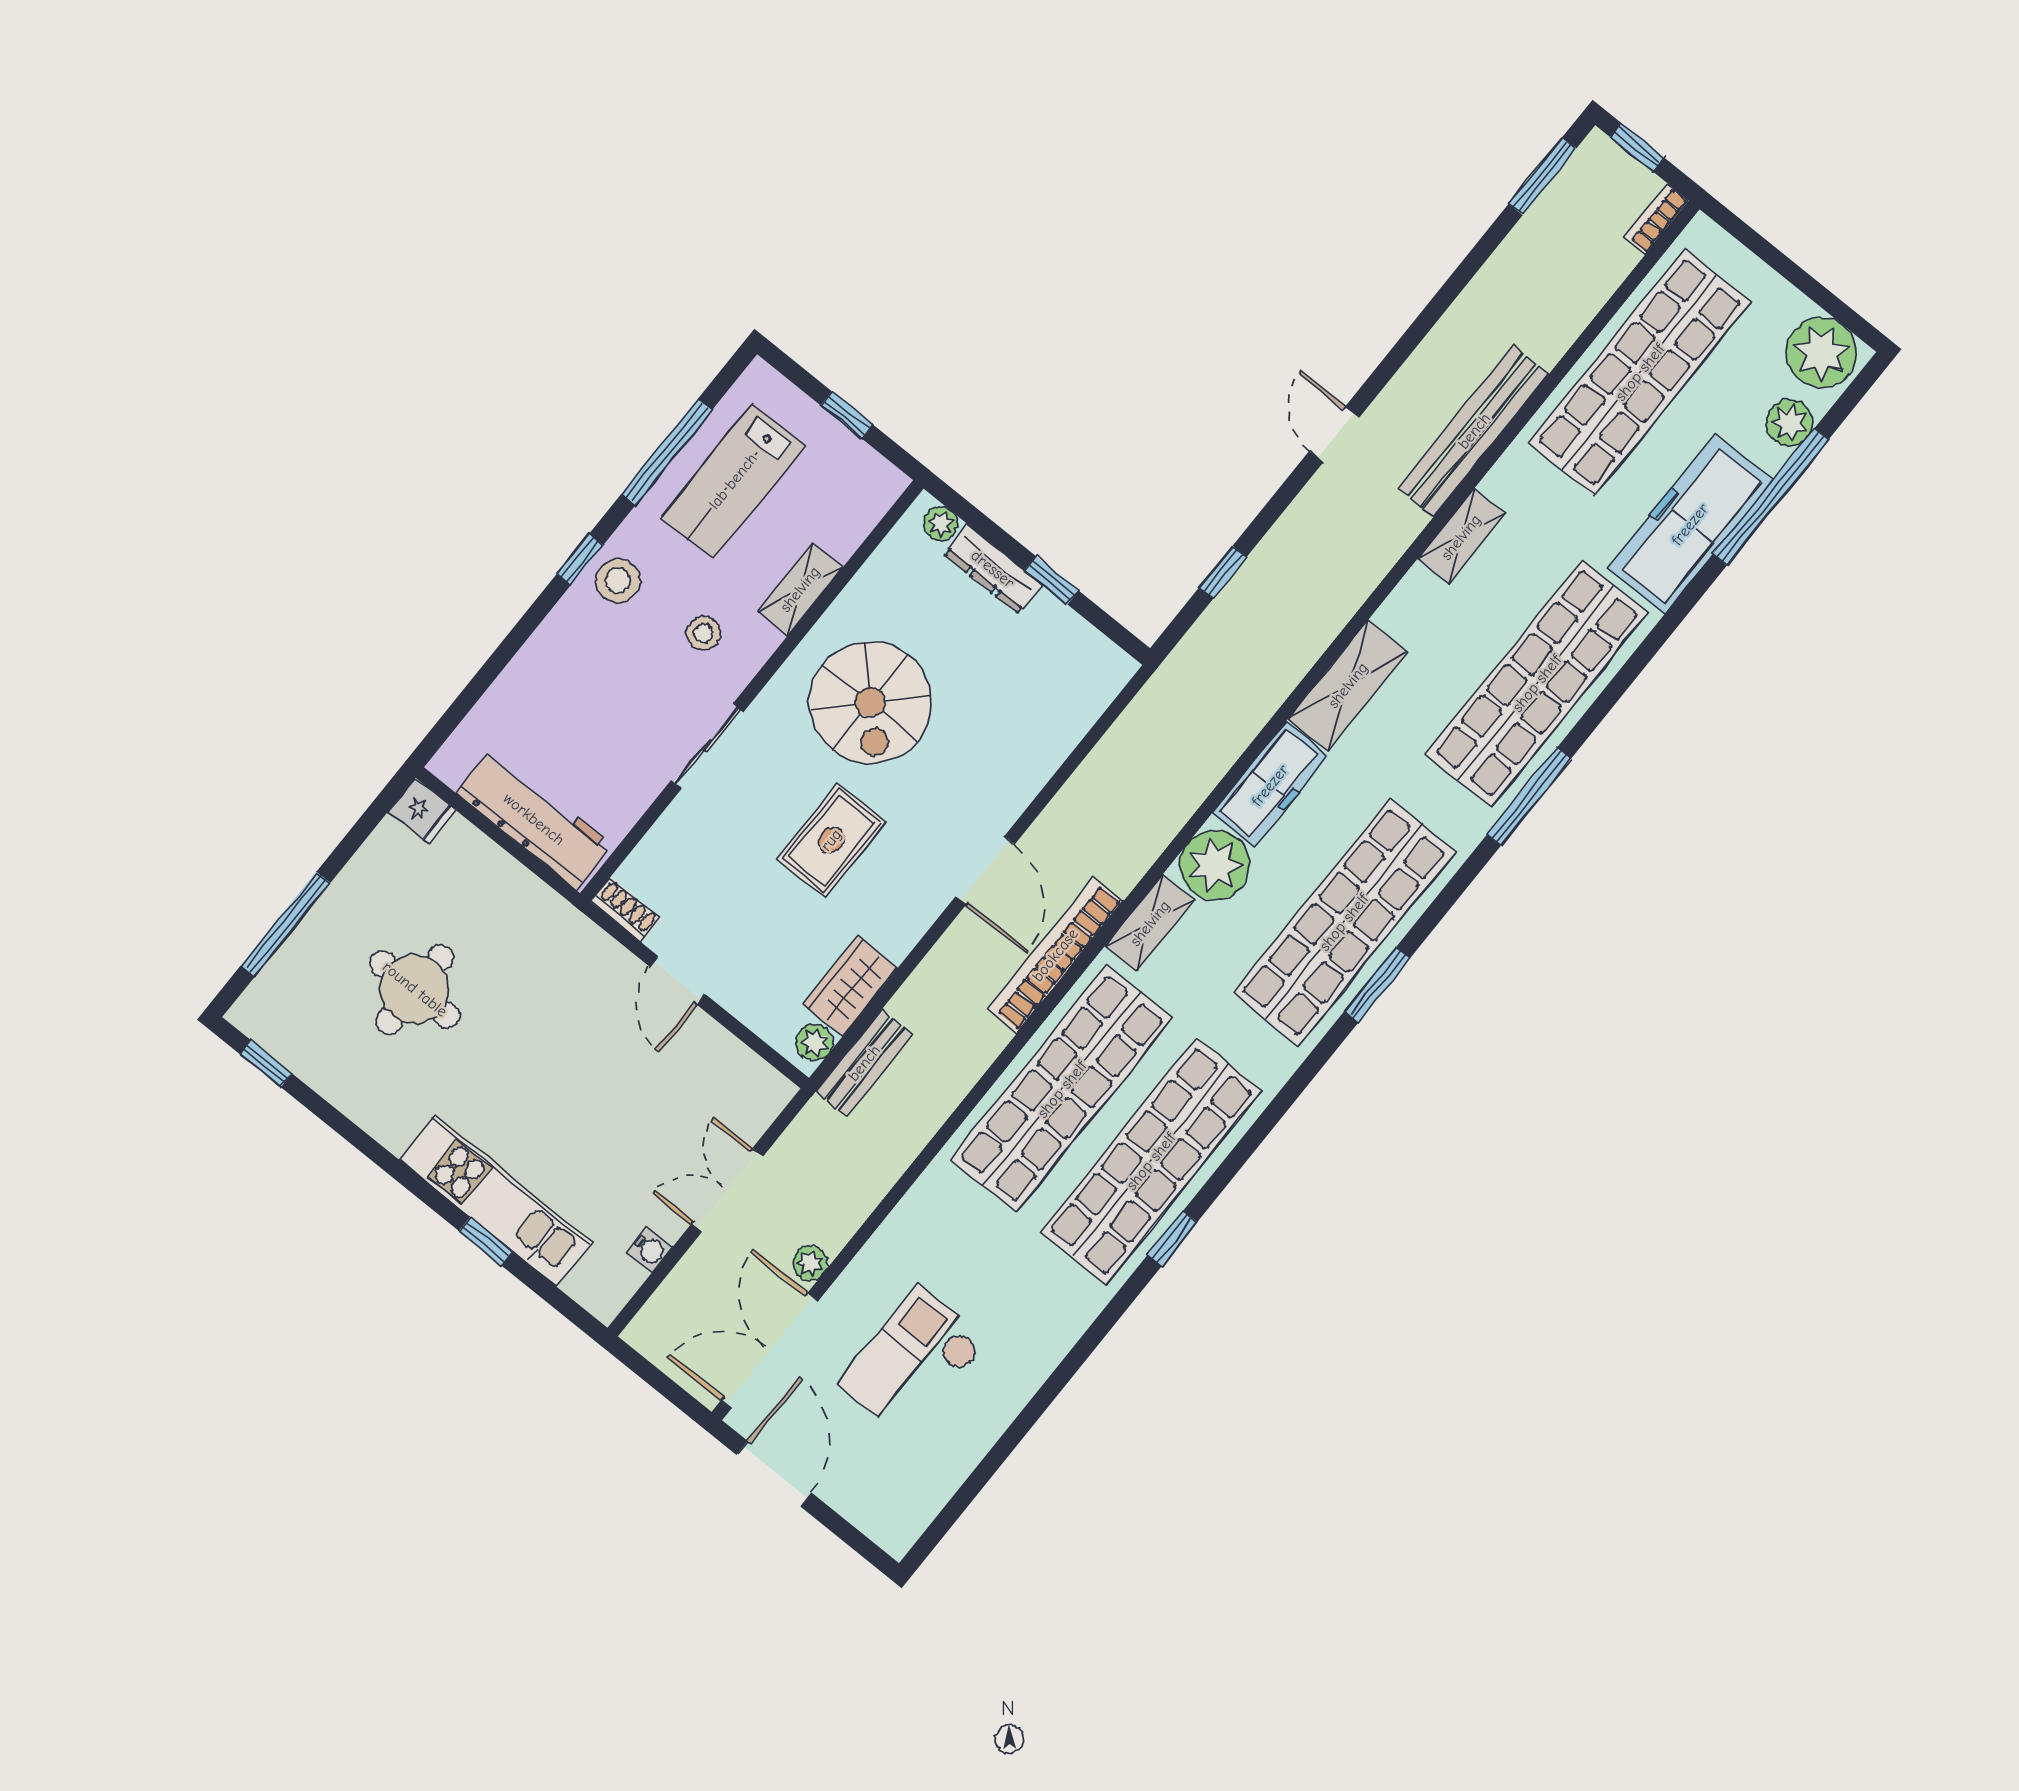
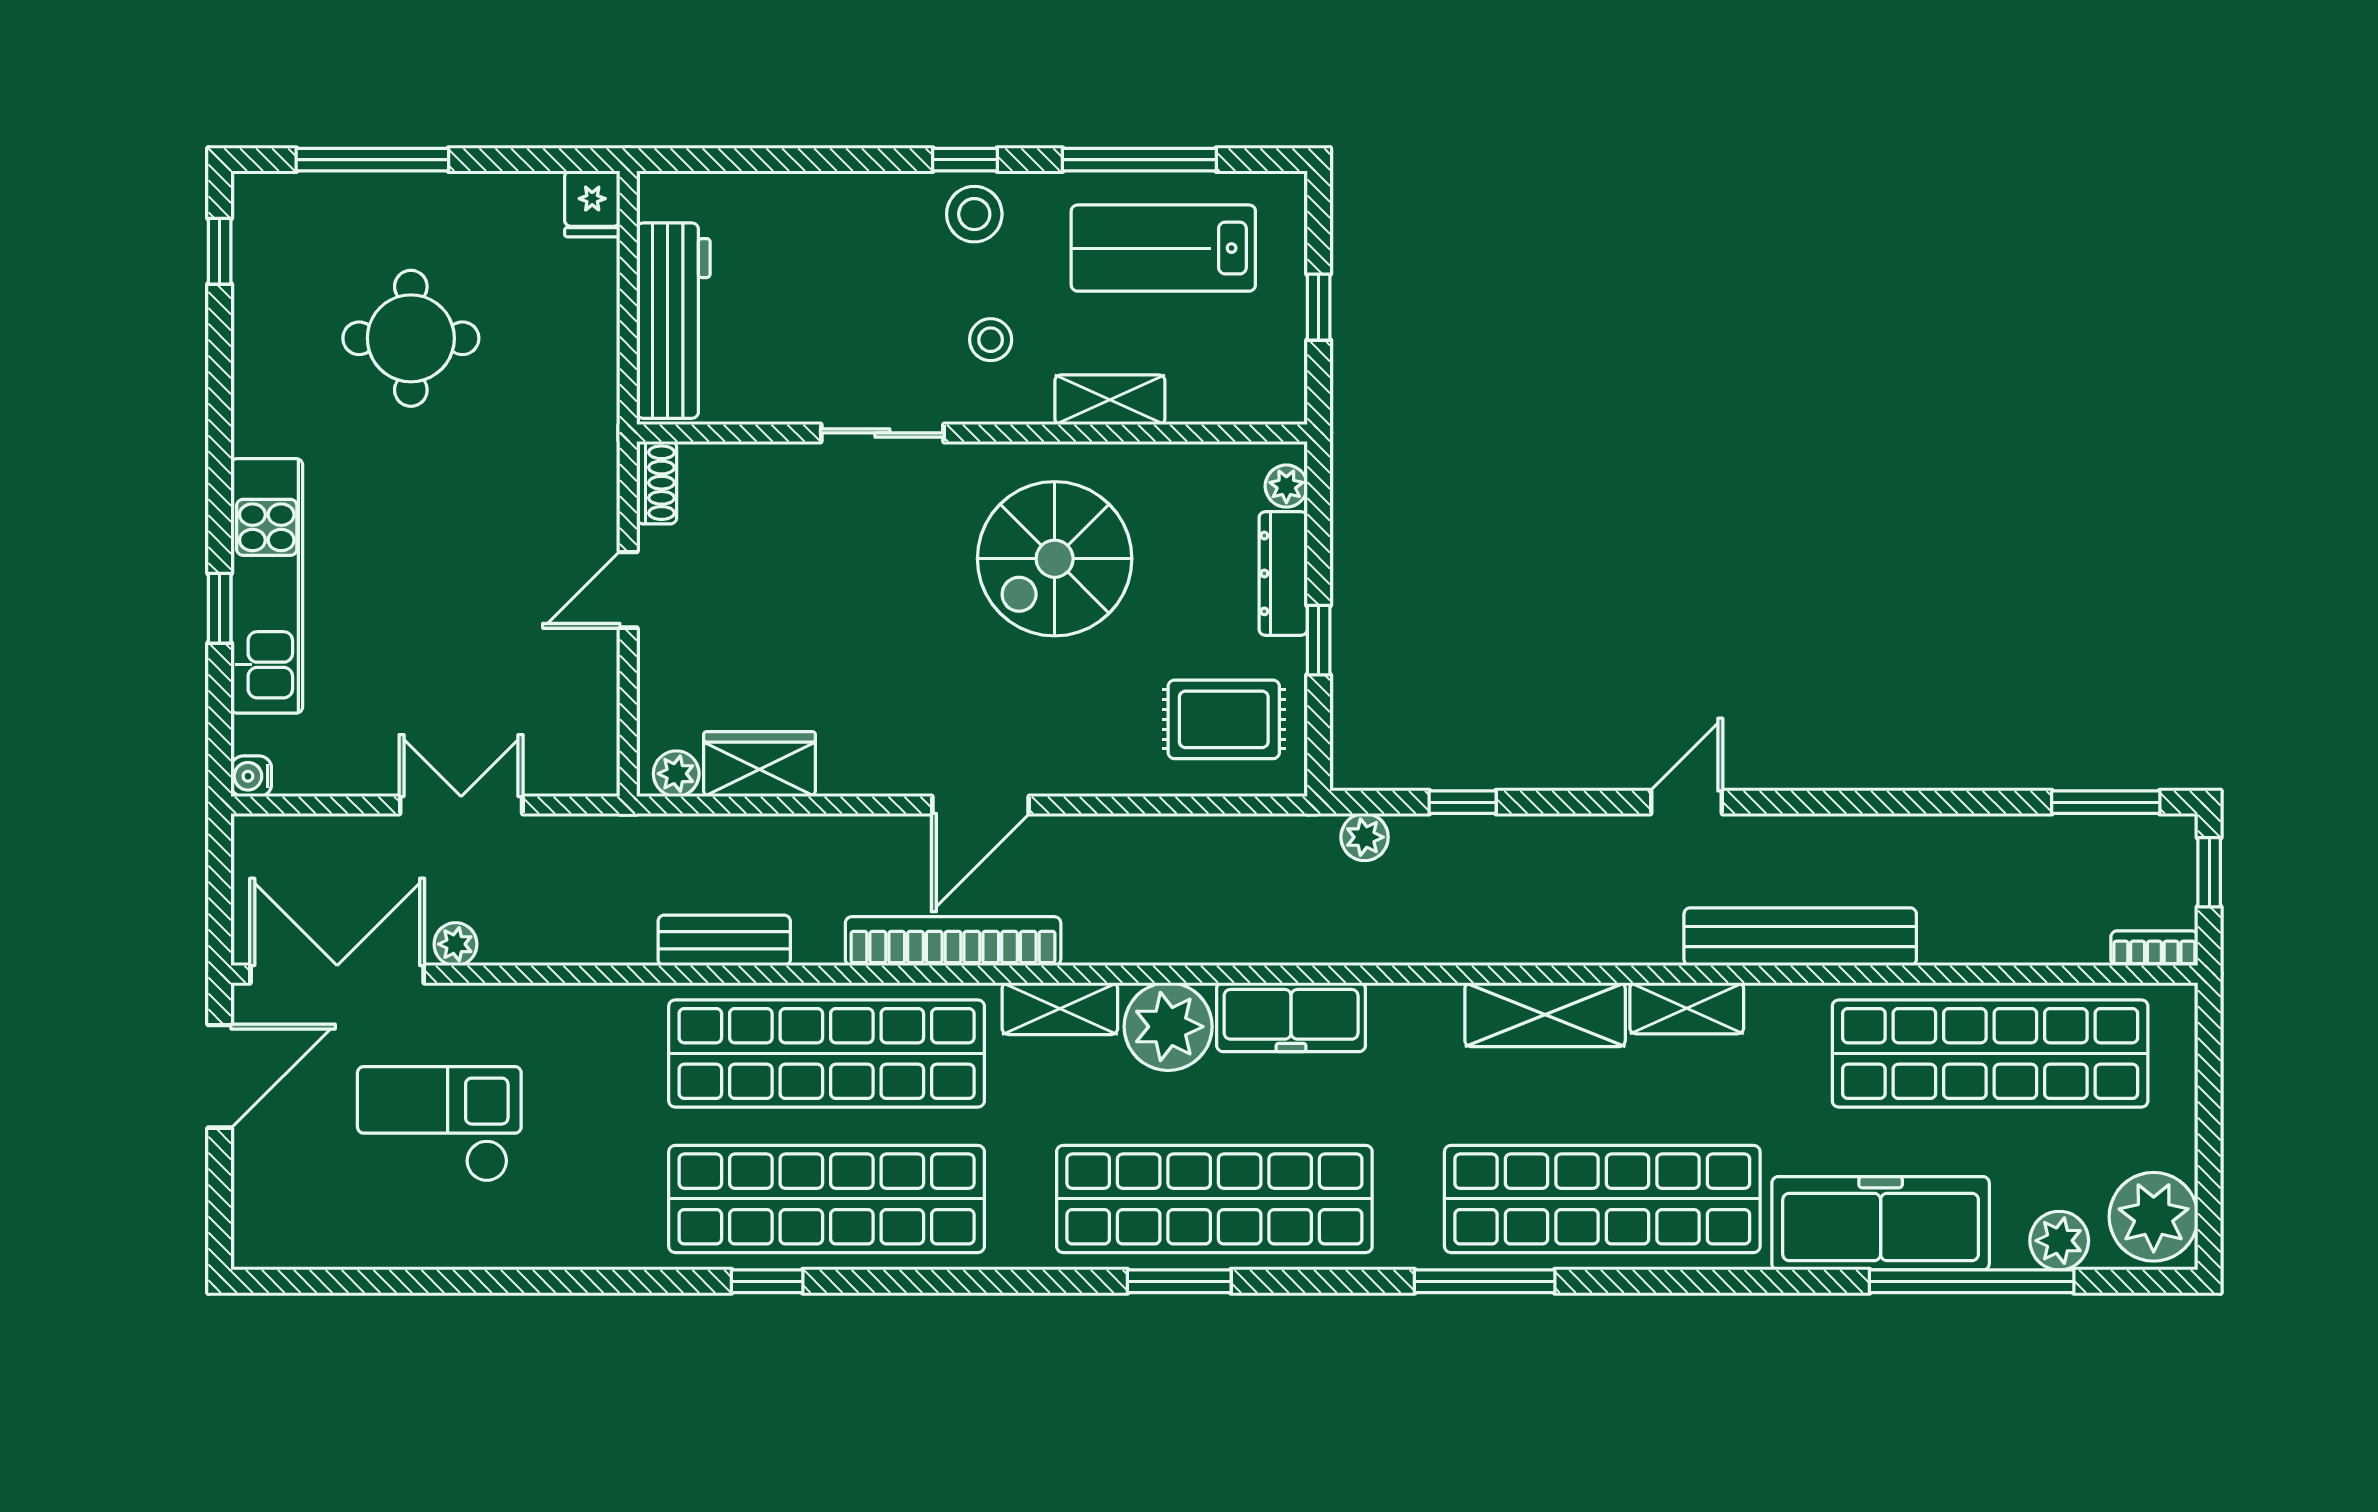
plant: (1196, 650) -> (1365, 837), added
shelving: (1348, 685) -> (1545, 1015), moved
rug: (831, 840) -> (1224, 719), moved
bench: (864, 1063) -> (724, 940), moved
water cooler: (650, 1250) -> (251, 776), moved, turned 90

